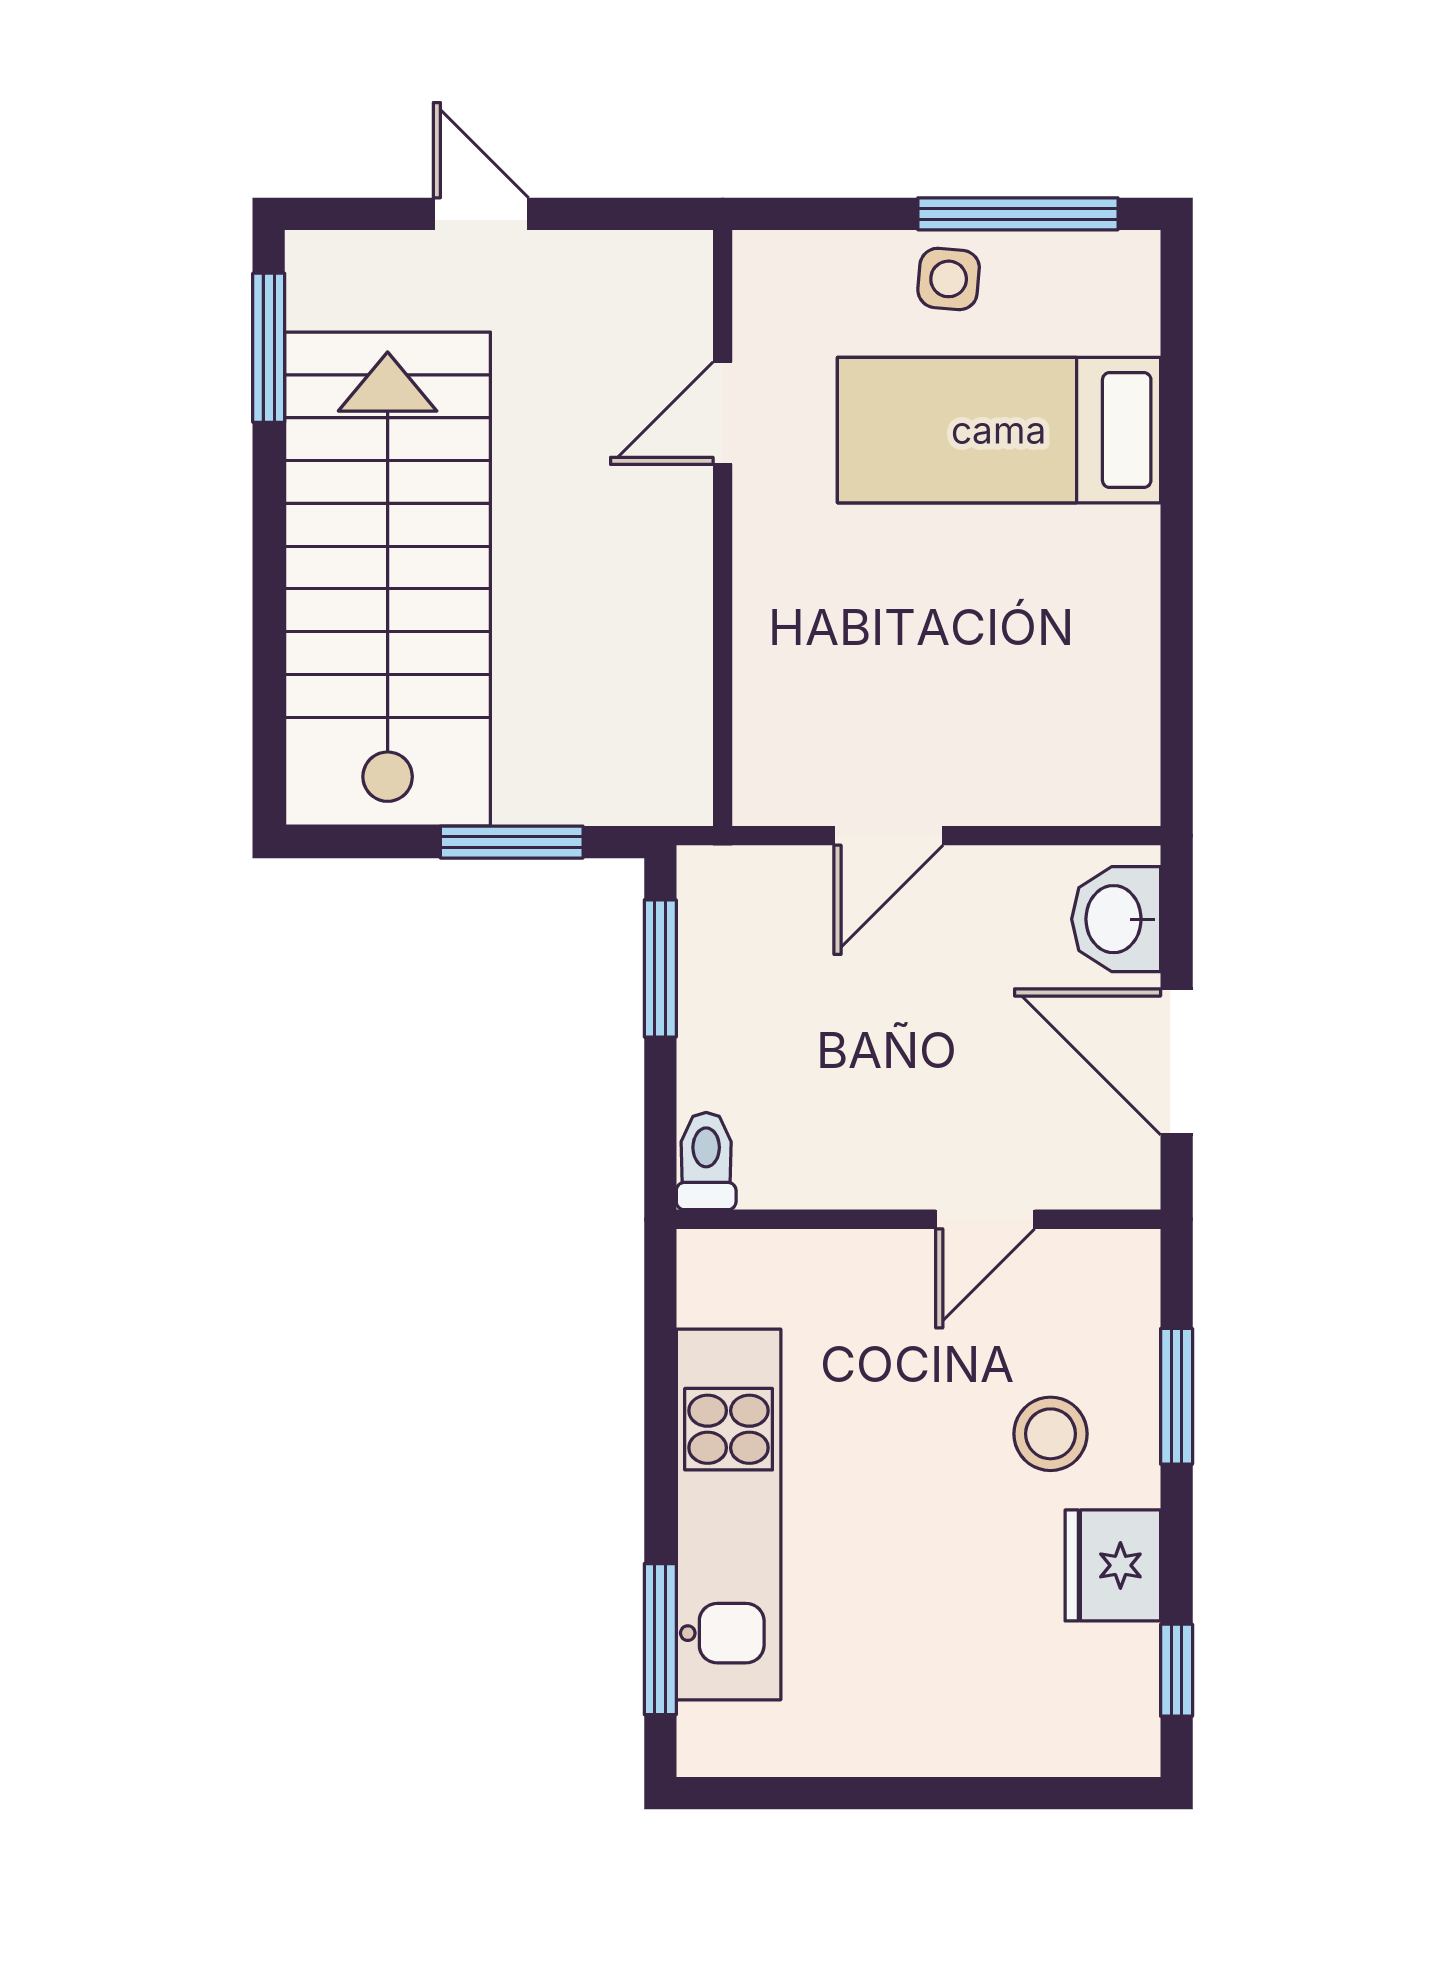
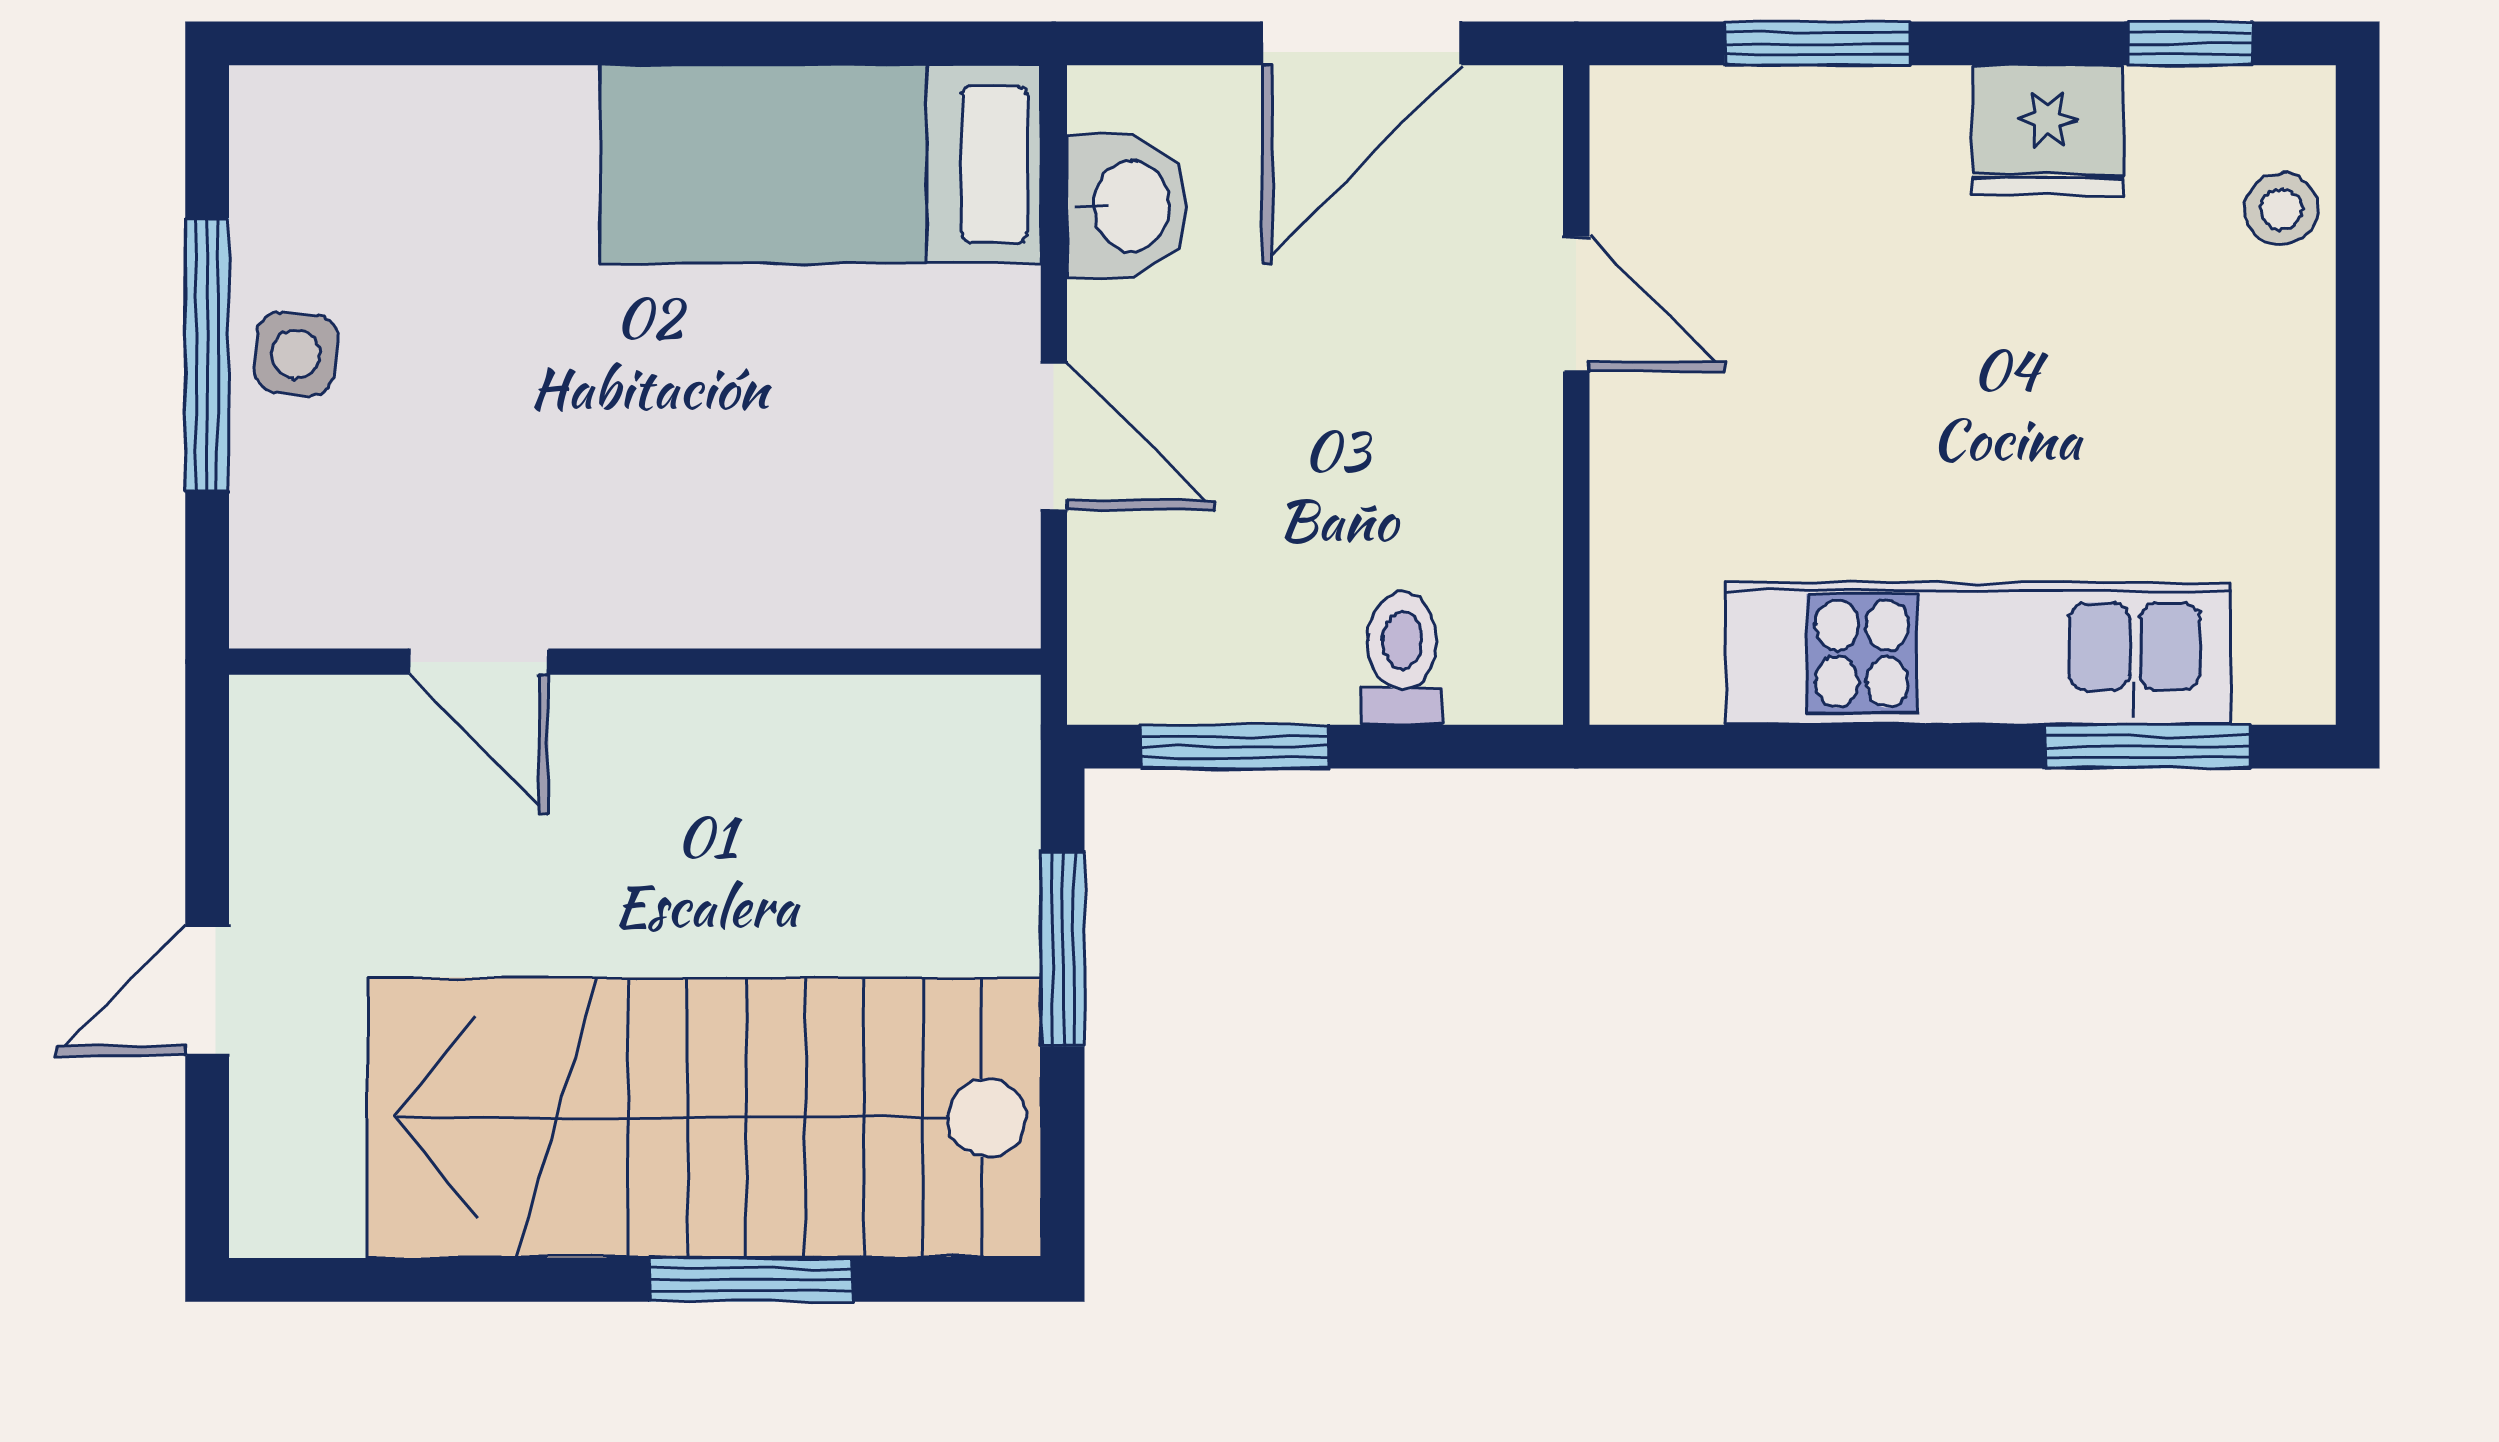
window: (1018, 214) -> (207, 354), moved
window: (269, 348) -> (751, 1280), moved
bed: (999, 430) -> (821, 164), moved, turned 90
washbasin: (1116, 919) -> (1127, 206), moved, turned -90
toilet: (706, 1161) -> (1402, 659), moved, turned 90
stool: (1050, 1434) -> (2281, 209), moved, width x0.73, depth x0.73

